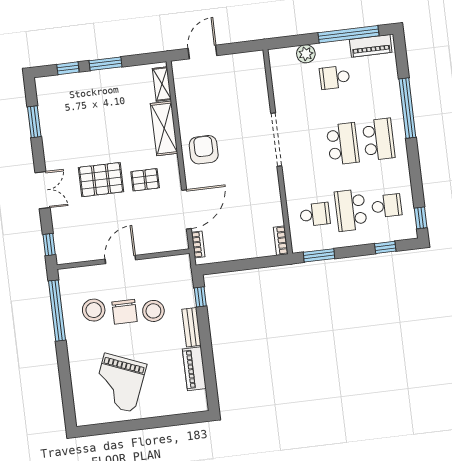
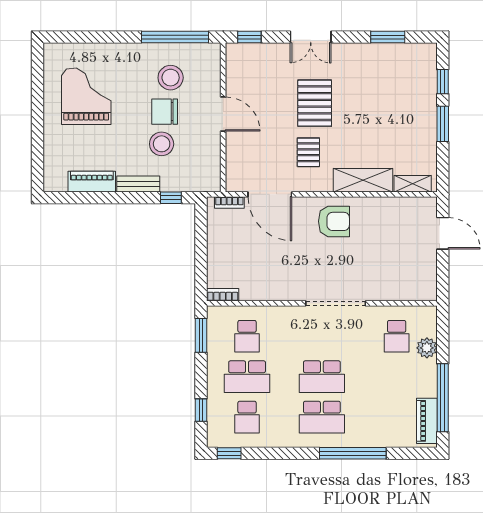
school desk: (335, 77) -> (397, 336), moved, turned 180
school desk: (351, 210) -> (247, 377), turned 180
grand piano: (119, 383) -> (86, 96), turned 68

